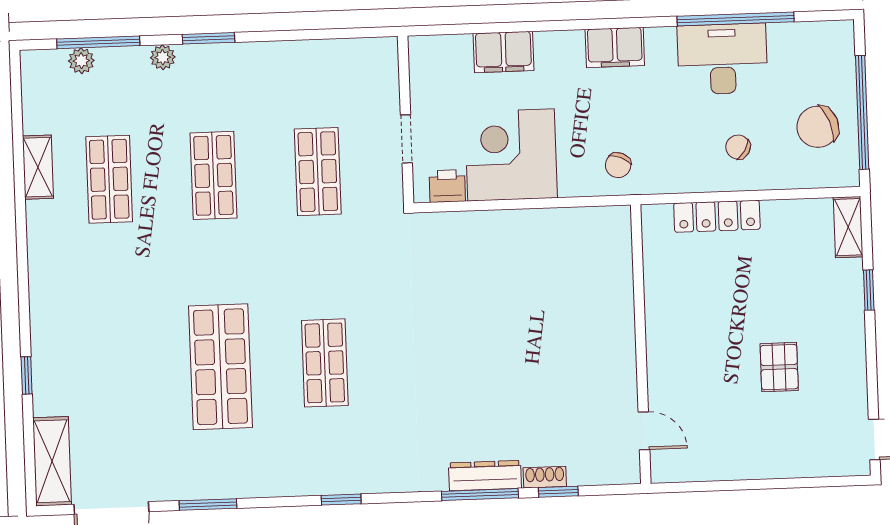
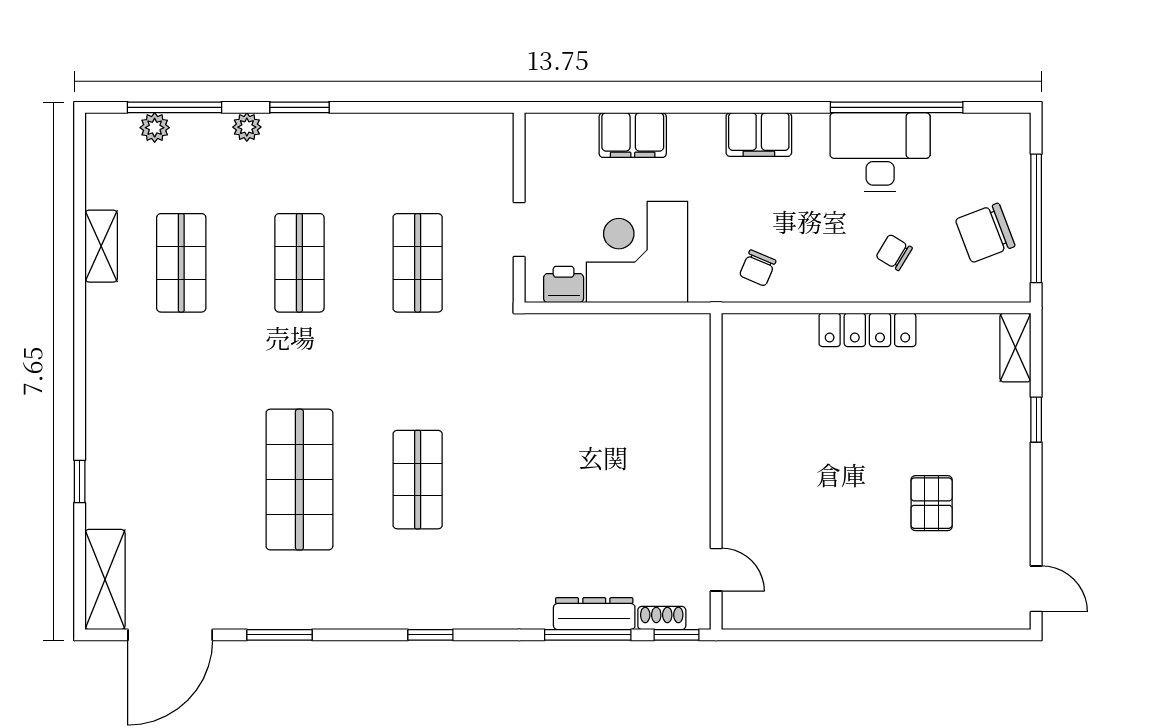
wall: (641, 344) -> (716, 471), moved
door: (644, 431) -> (716, 570), moved

